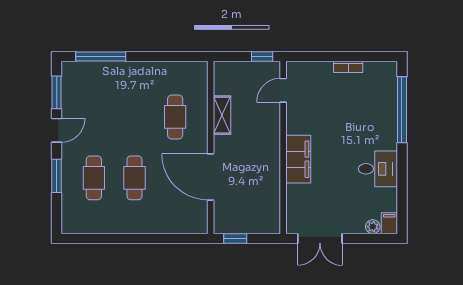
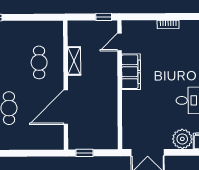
filing cabinet: (298, 159) -> (131, 72), moved
door: (211, 177) -> (66, 107), hinge flipped
plant: (373, 227) -> (182, 139), width x1.88, depth x1.88

